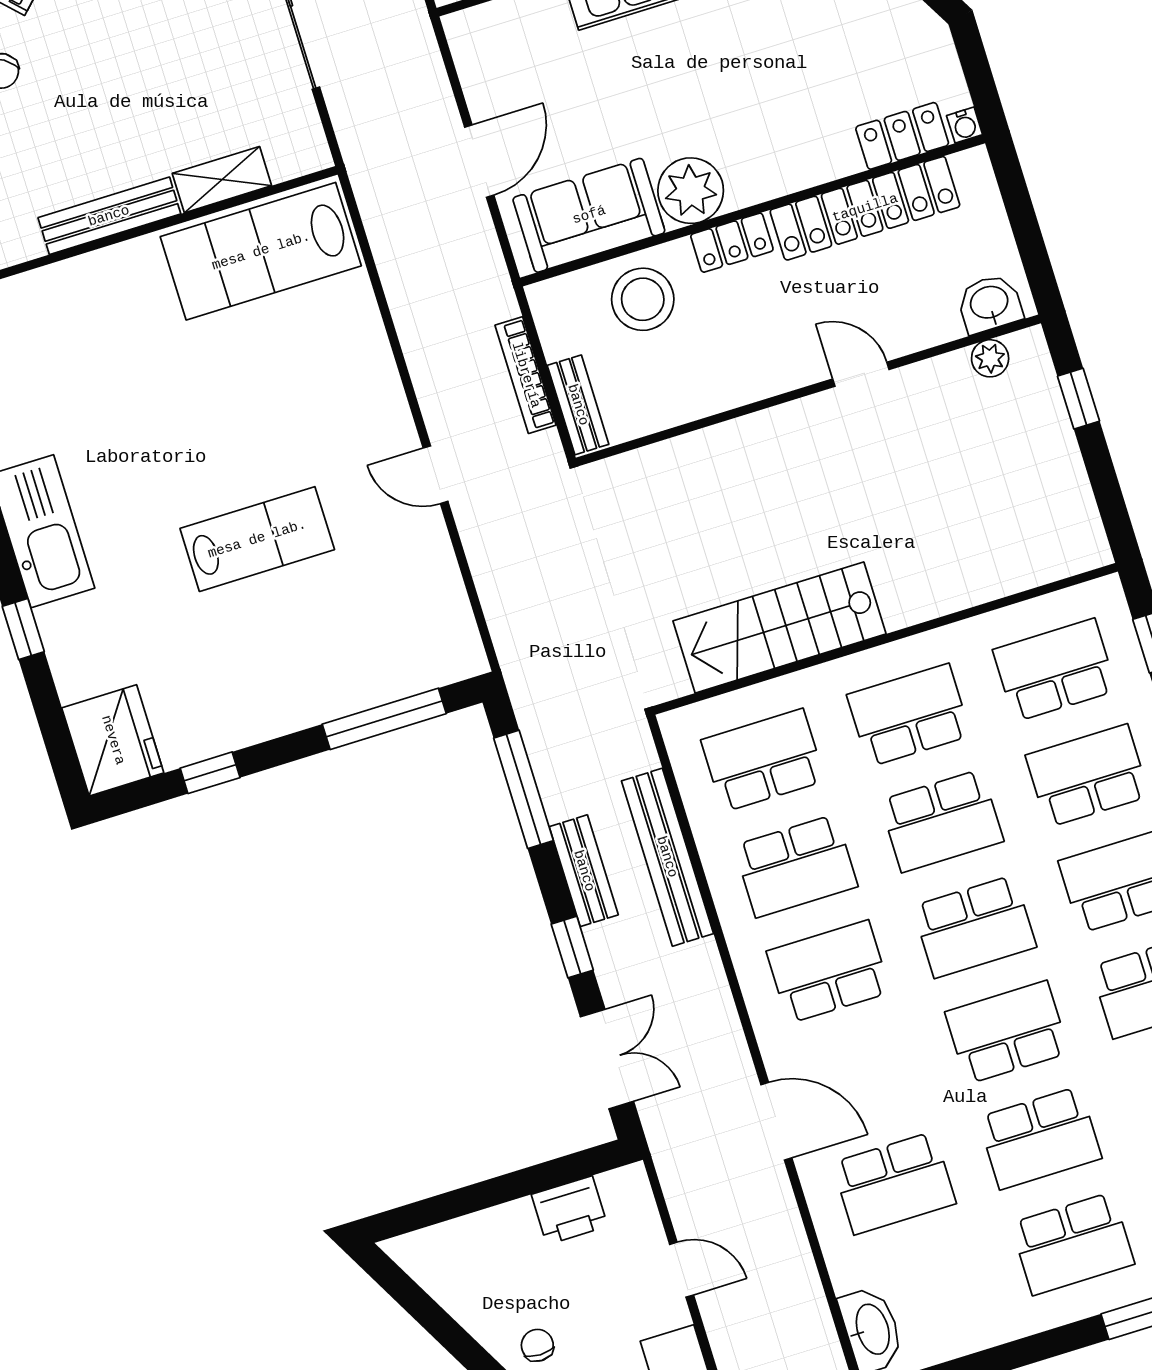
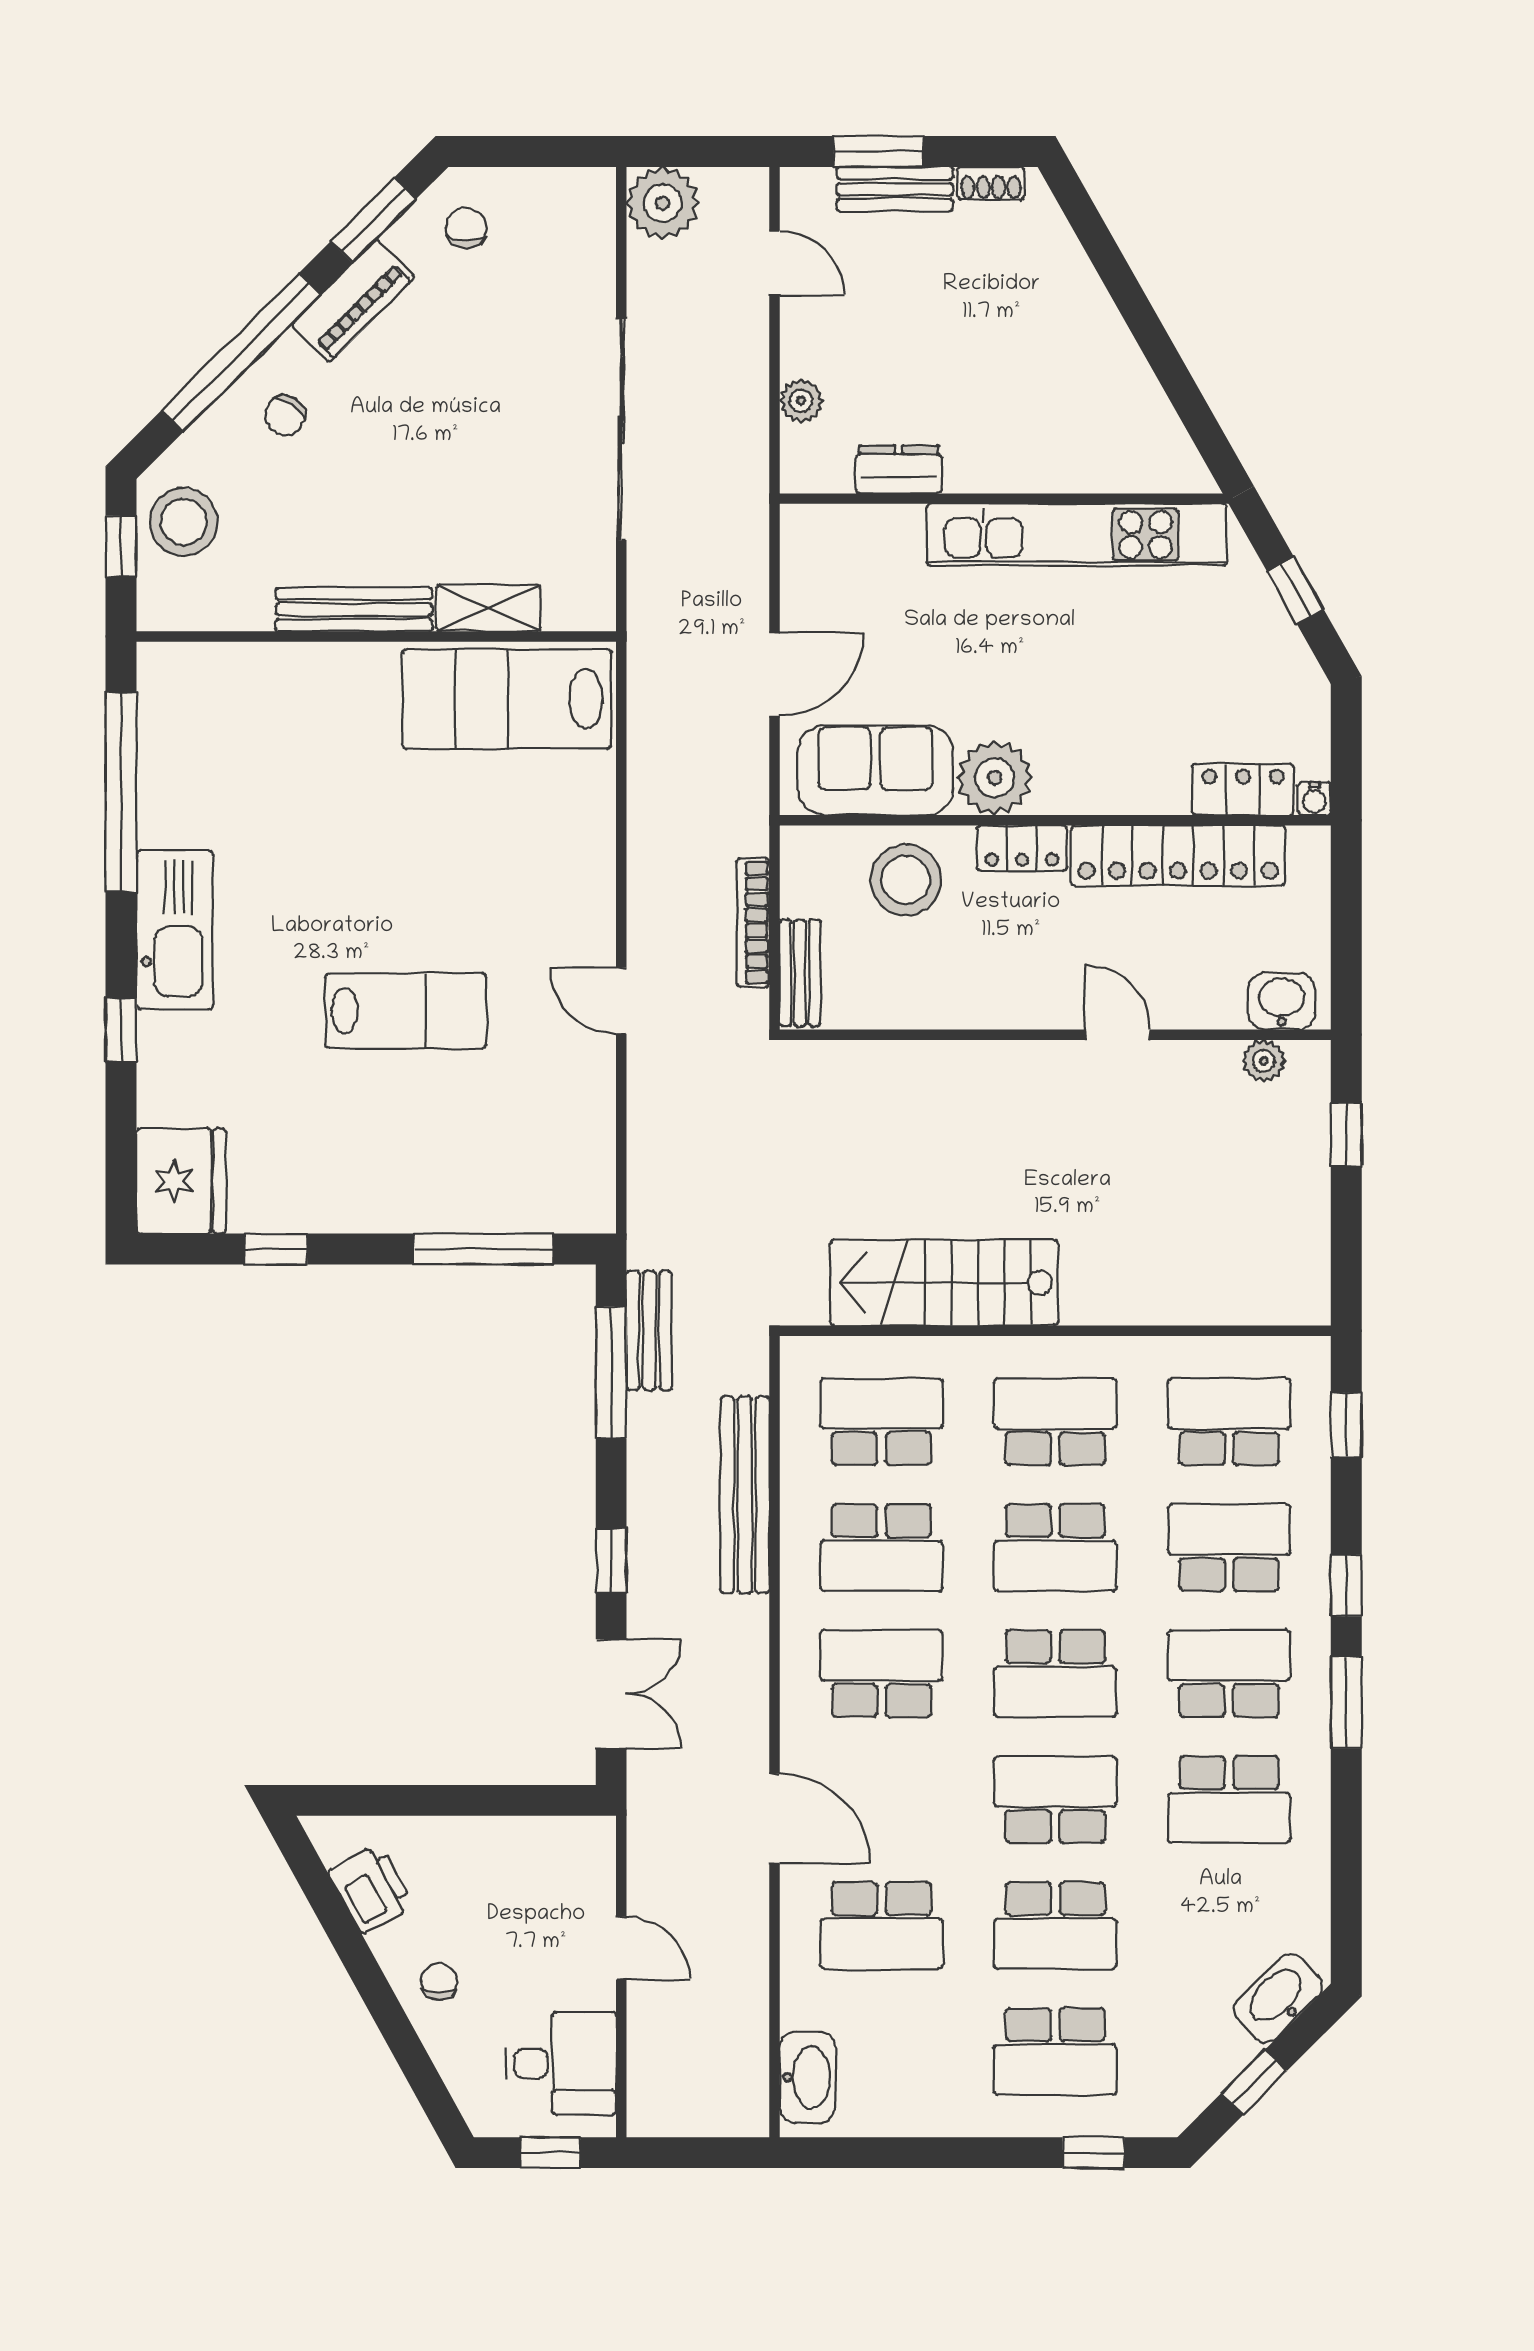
bench: (584, 871) -> (649, 1330), moved
printer: (570, 1210) -> (371, 1889), moved, turned -119

